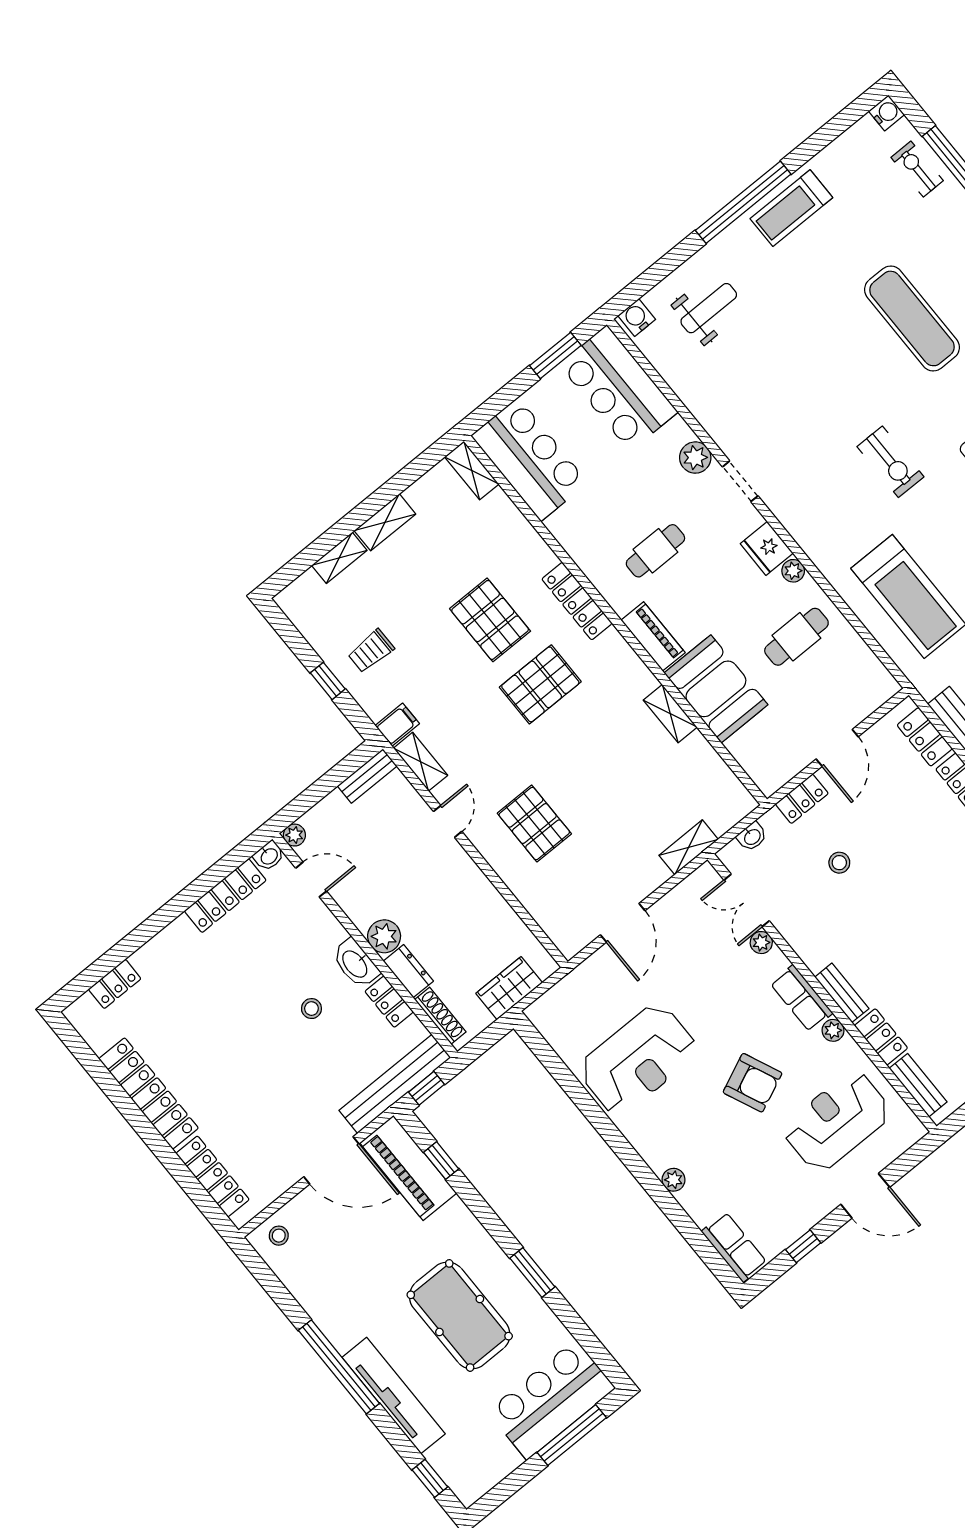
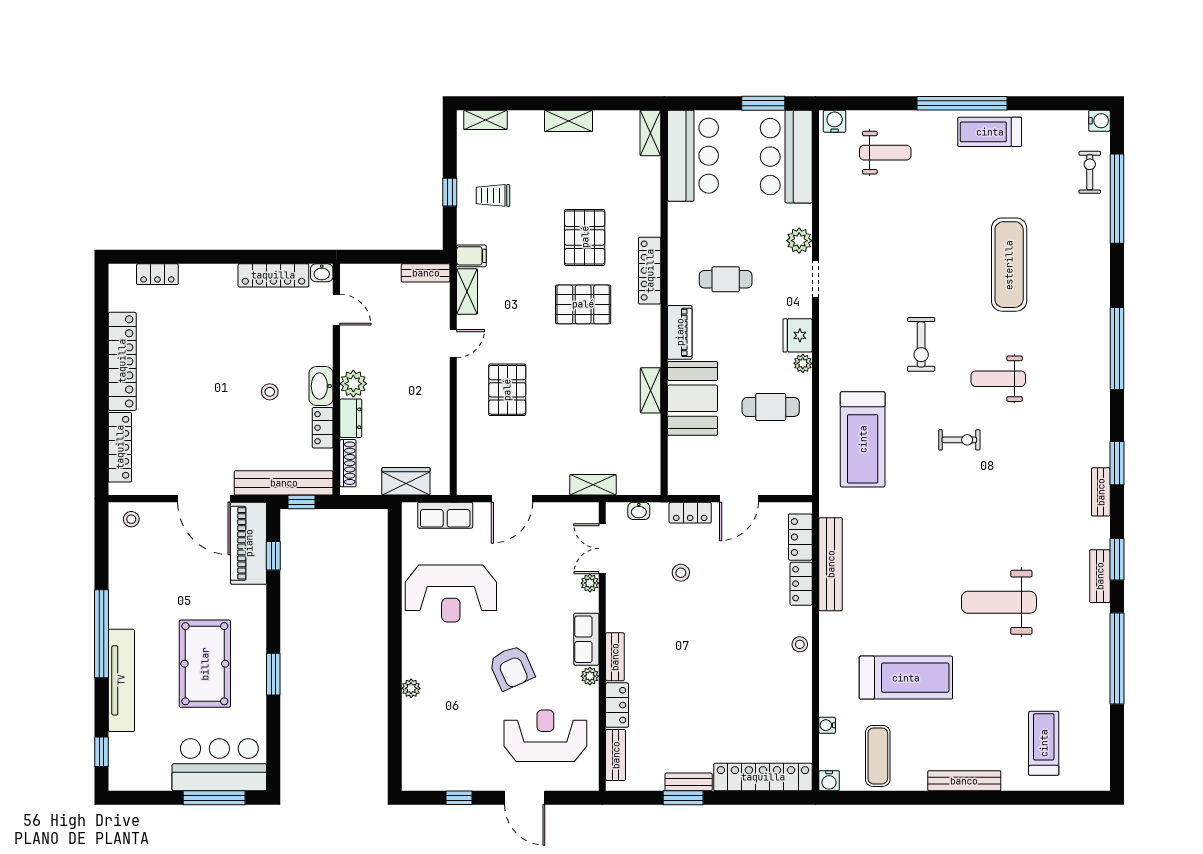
shelving: (339, 558) -> (485, 120), moved
plant: (294, 835) -> (349, 273), removed
row of seats: (734, 1247) -> (445, 515), moved, turned 90

